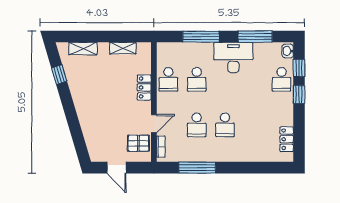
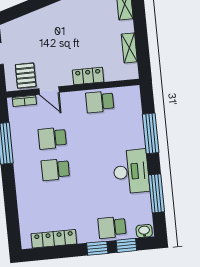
school desk: (197, 79) -> (103, 133), removed
locker: (287, 139) -> (54, 239), width x1.53

